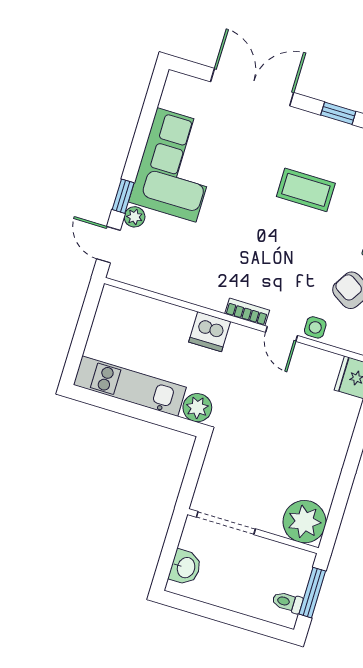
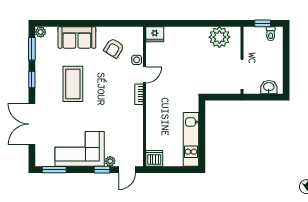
window: (151, 104) -> (54, 170), added
coffee table: (306, 190) -> (73, 84), width x1.36, depth x1.32
dishwasher: (210, 332) -> (154, 158), moved, turned -90
plant: (197, 408) -> (191, 104), removed
plant: (304, 522) -> (219, 37), moved
window: (312, 593) -> (263, 23), width x0.67

